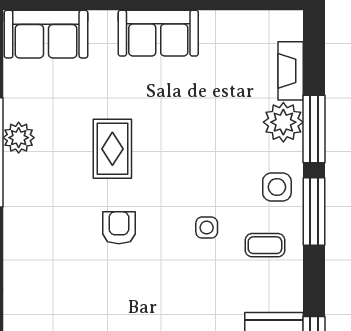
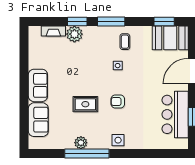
sofa: (46, 34) -> (38, 120), moved
window: (314, 129) -> (77, 22), width x0.69
side table: (277, 187) -> (118, 140), moved

